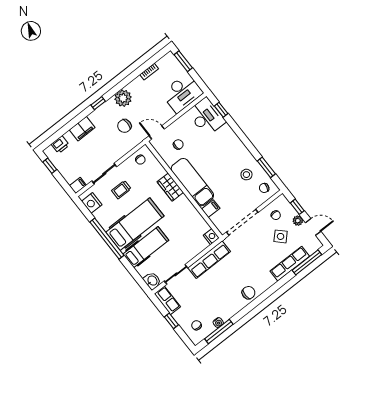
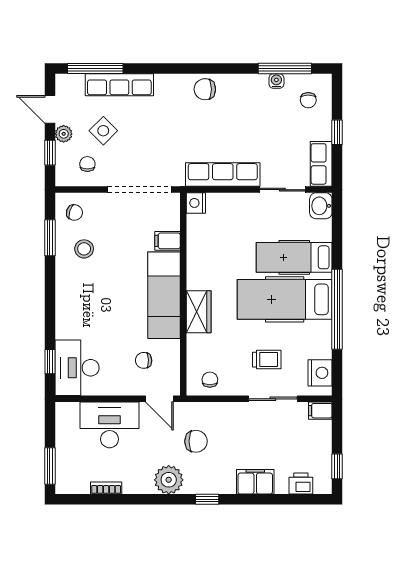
desk: (182, 93) -> (110, 425), moved

